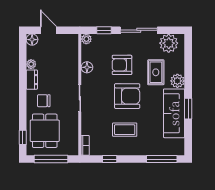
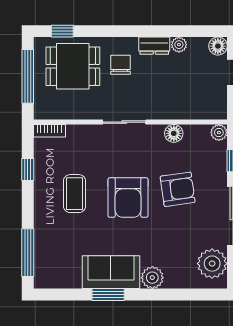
armchair: (122, 65) -> (178, 189), turned 82
rug: (156, 72) -> (166, 243), removed
sofa: (174, 113) -> (111, 272), width x0.73

